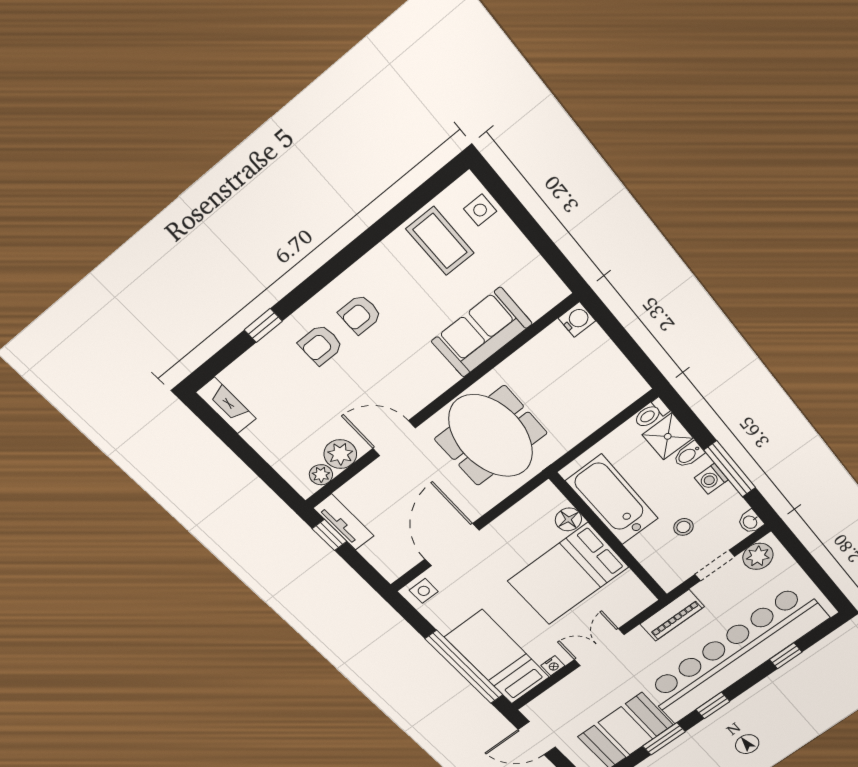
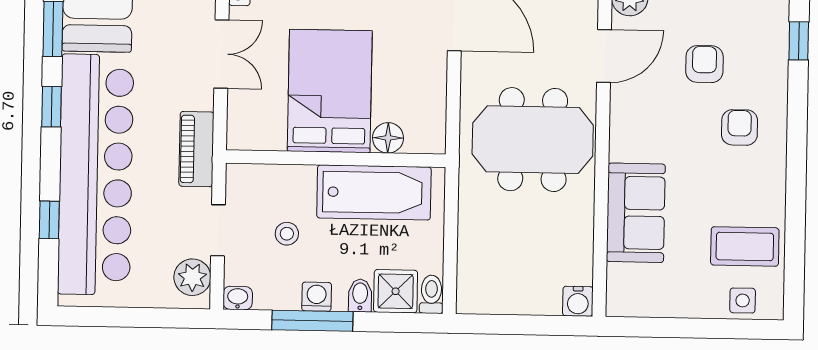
armchair: (321, 345) -> (704, 64), moved

